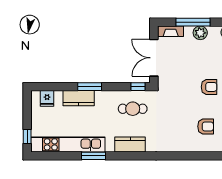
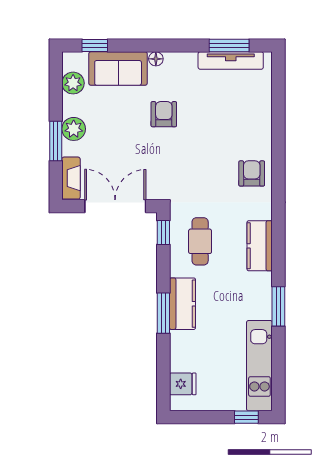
window: (193, 22) -> (56, 141), width x0.69
double door: (154, 58) -> (115, 206), swing flipped
kitchen counter: (79, 98) -> (182, 304), moved
armchair: (206, 126) -> (252, 173), moved
kitchen unit: (68, 144) -> (259, 366), width x0.73

